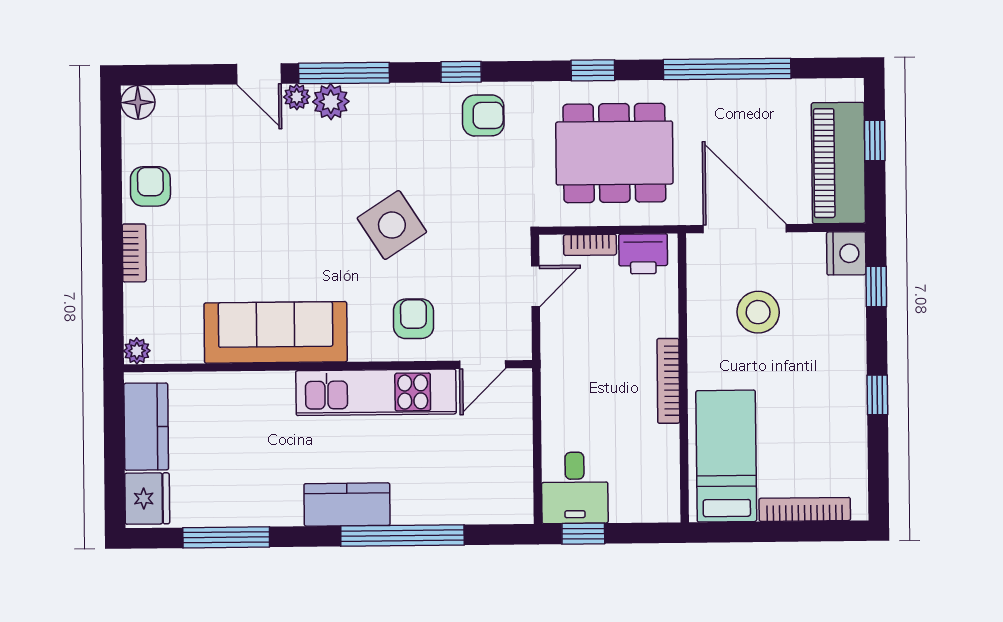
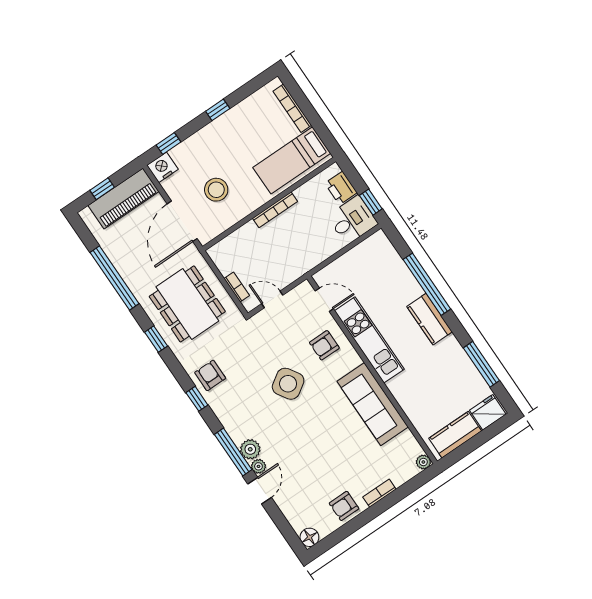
printer: (643, 254) -> (341, 188), moved, turned 180

